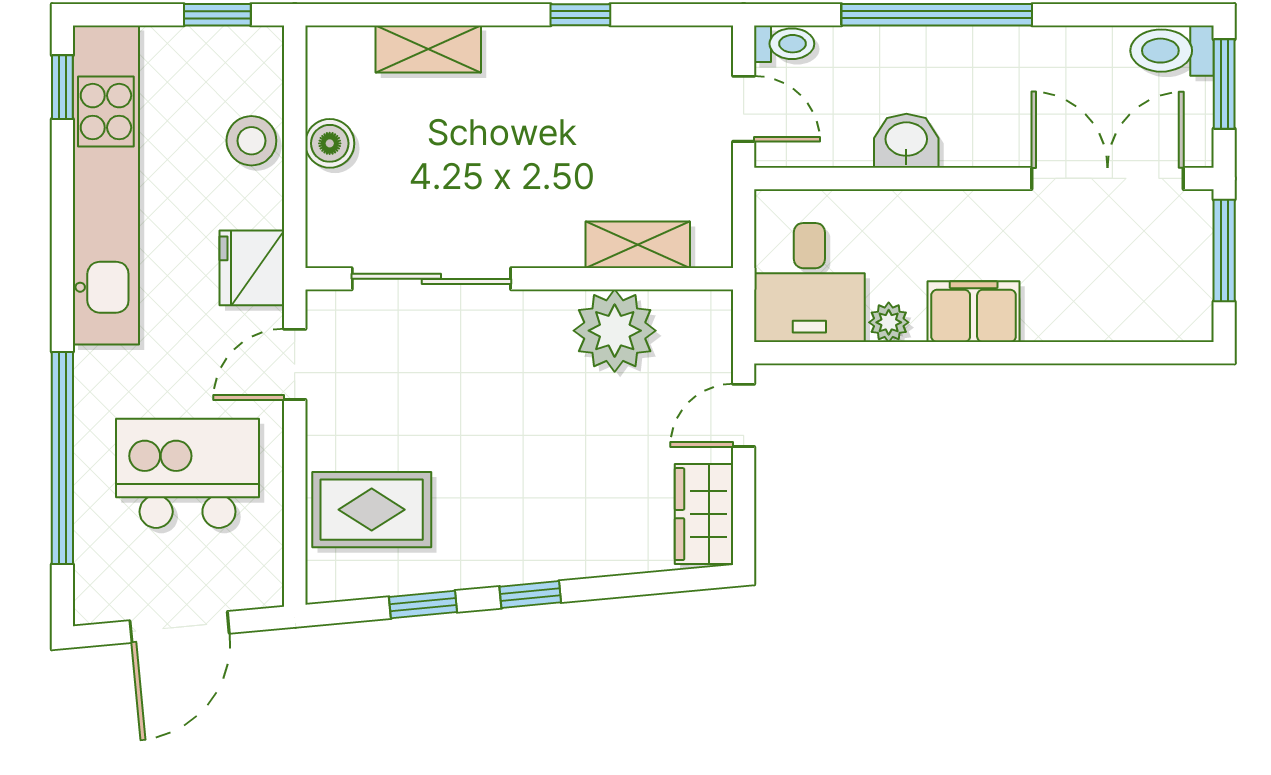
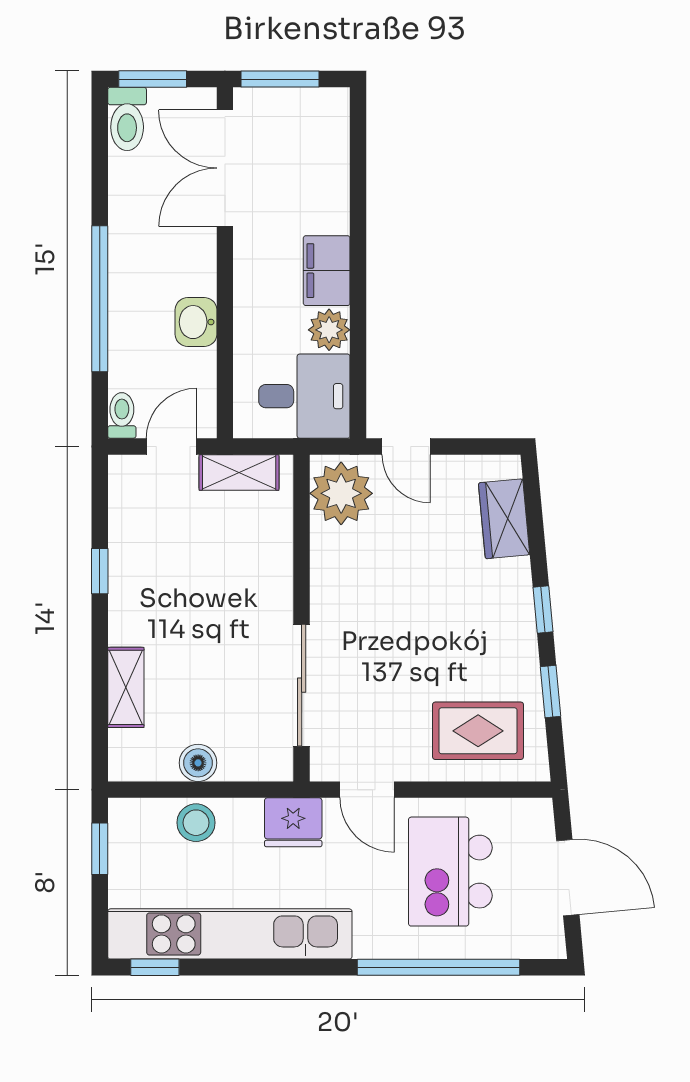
shelving: (638, 245) -> (239, 472), moved, turned 90
plant: (889, 322) -> (329, 330), width x1.38, depth x1.38
plant: (615, 331) -> (341, 493), moved
rug: (372, 510) -> (478, 731), turned 90
wardrobe: (704, 514) -> (504, 519), moved, turned 85

